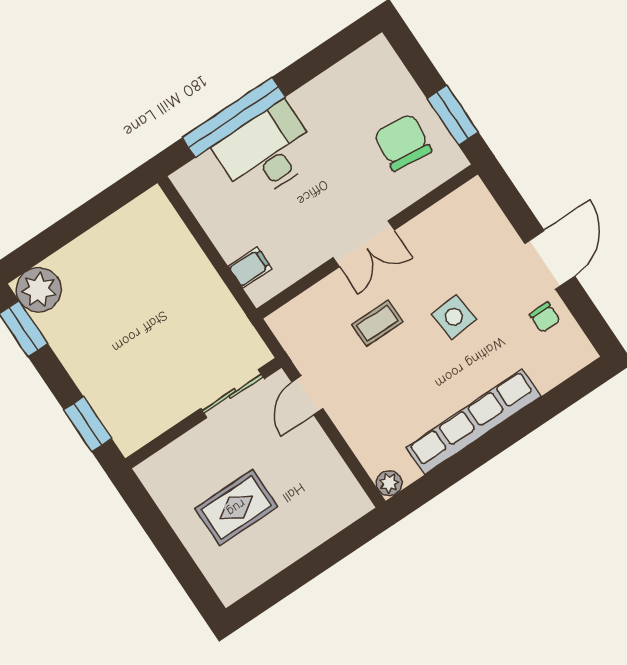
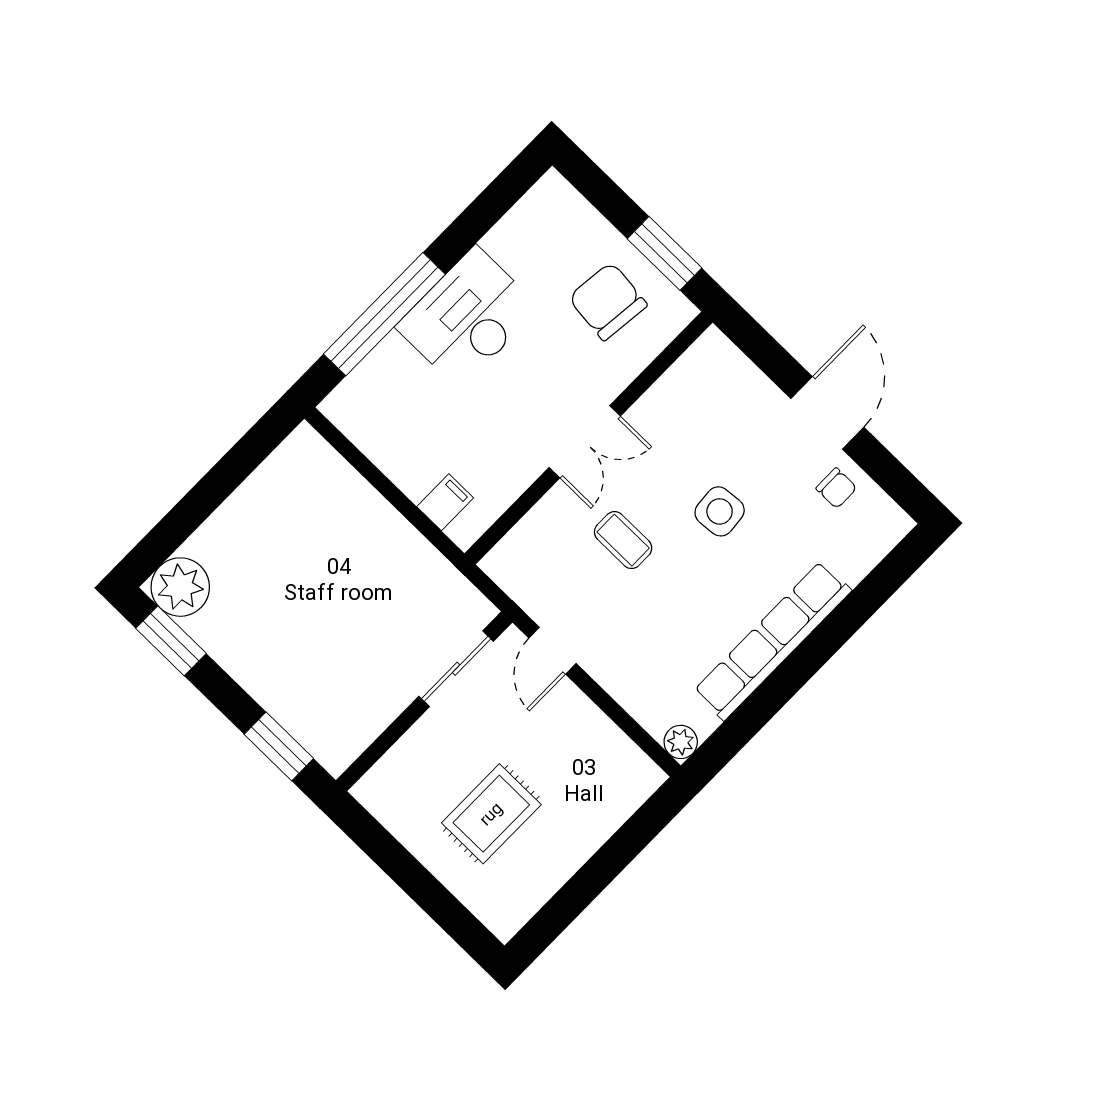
desk: (267, 152) -> (468, 317), moved
coffee table: (377, 323) -> (623, 540), turned 90

